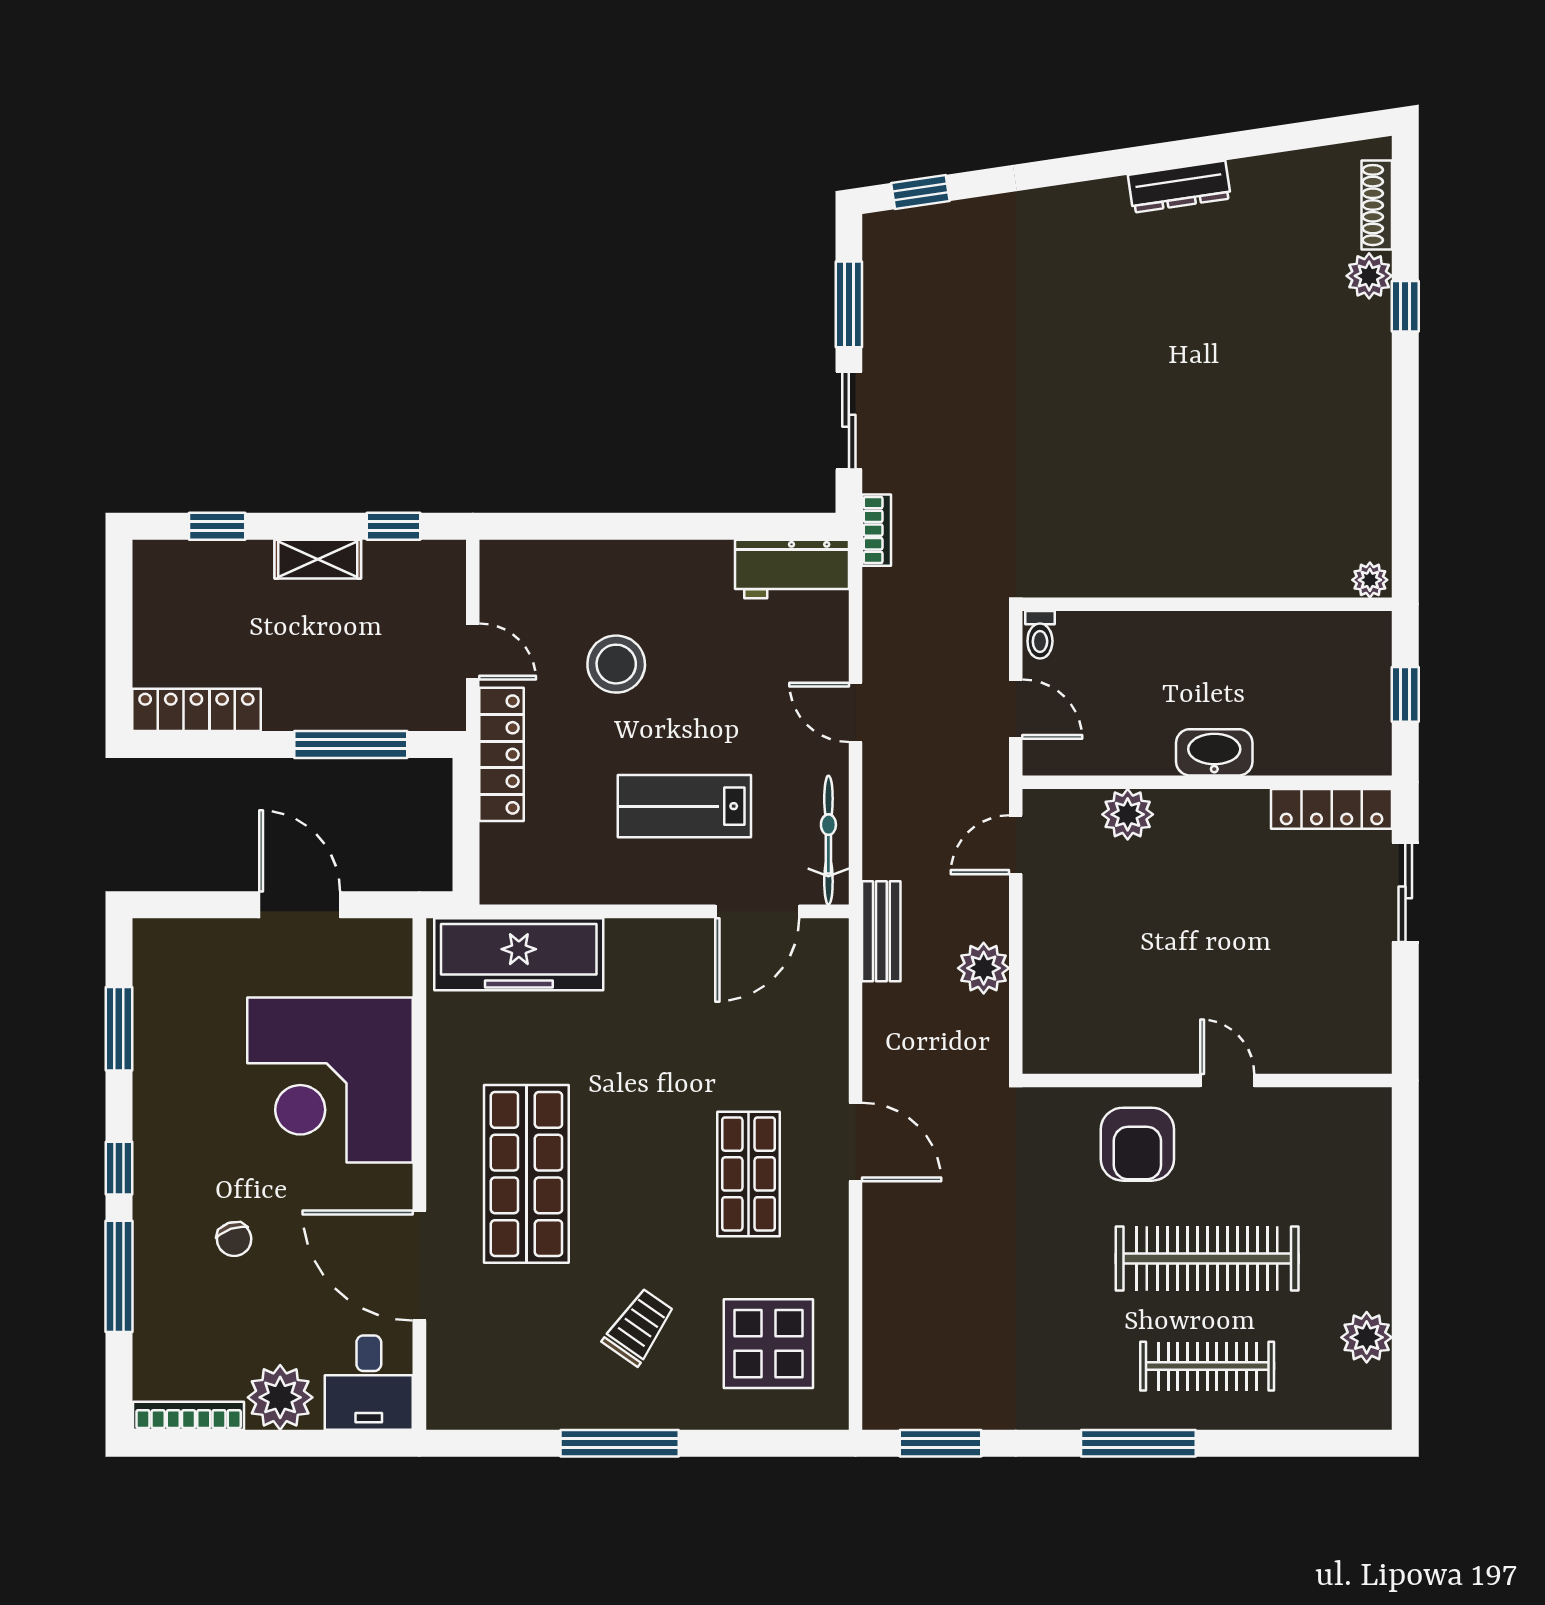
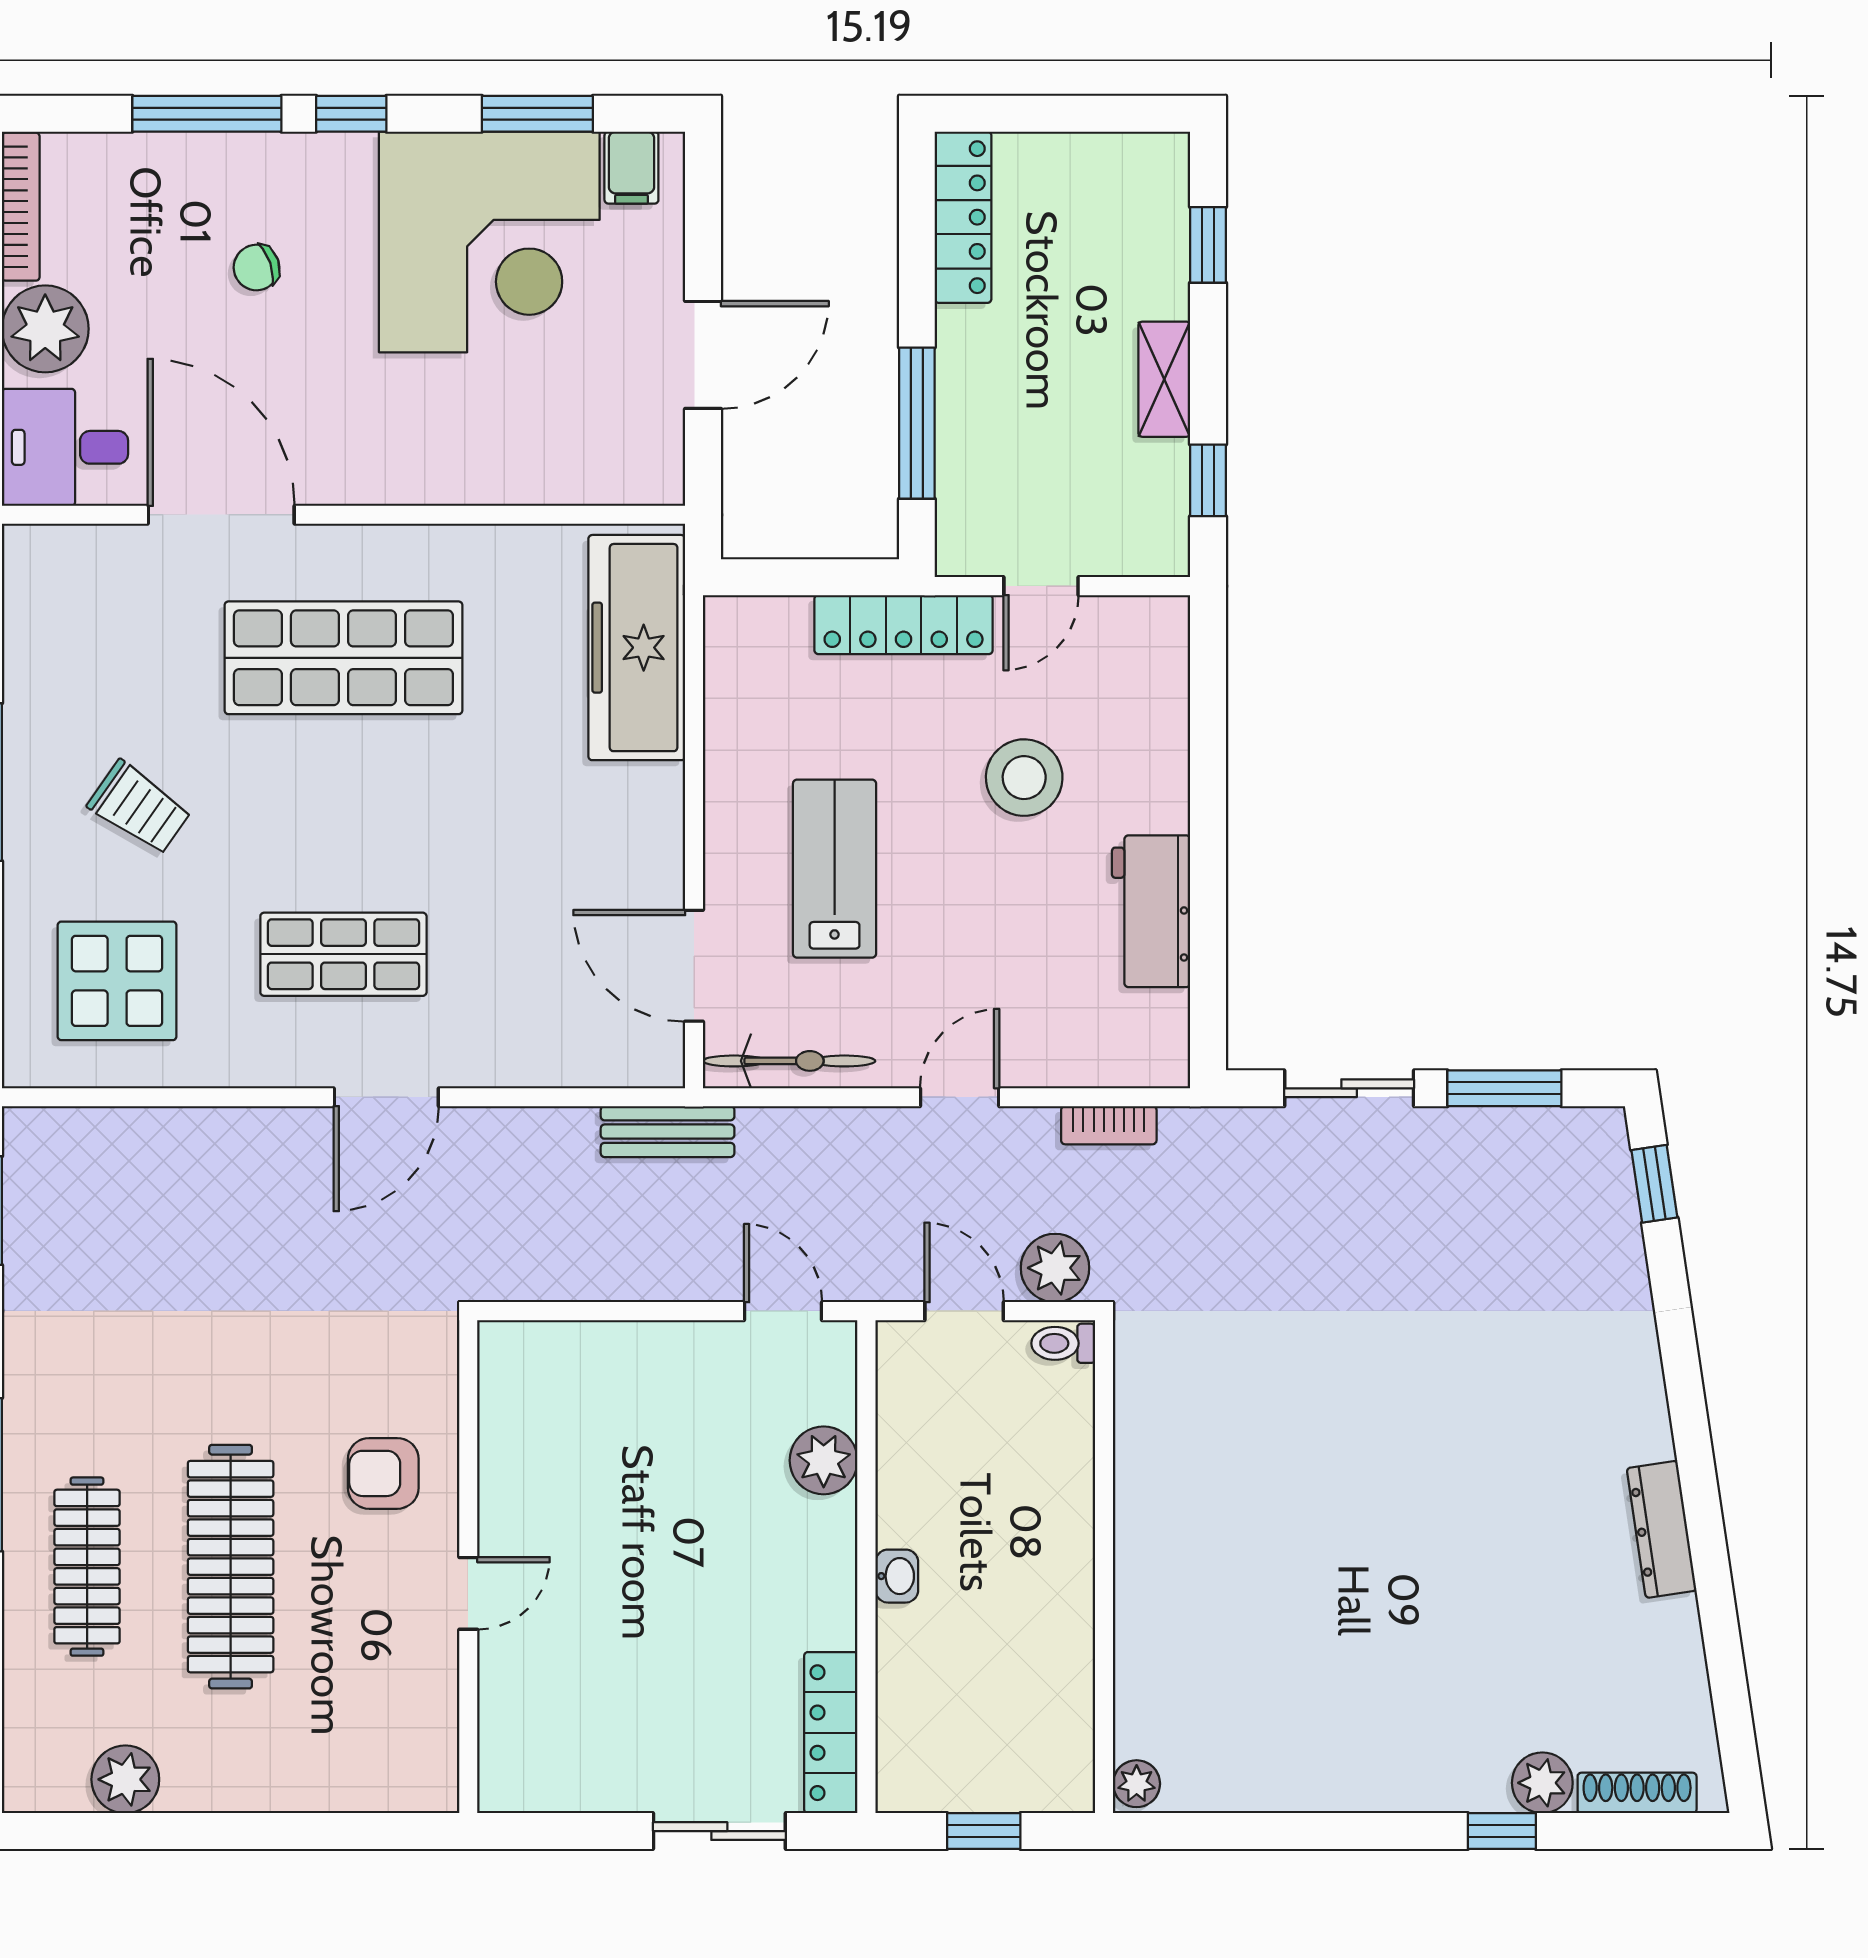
bookcase: (877, 530) -> (1109, 1125), moved
workbench: (792, 569) -> (1151, 911), moved
door: (1016, 709) -> (964, 1311), swing flipped
washbasin: (1214, 752) -> (897, 1576), width x0.52, depth x0.69
filing cabinet: (159, 958) -> (631, 168), added
plant: (984, 968) -> (1055, 1268), moved
corner desk: (330, 1080) -> (489, 242), moved, turned 180
armchair: (1137, 1144) -> (383, 1473), width x0.72, depth x0.72
door: (419, 1266) -> (221, 515), hinge flipped

